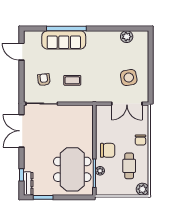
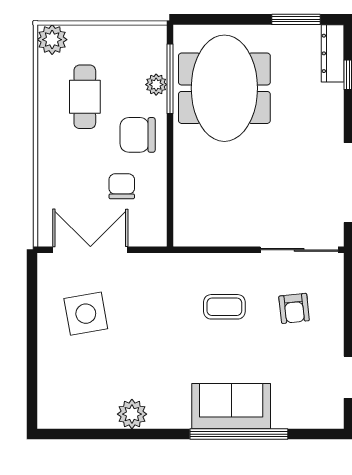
plant: (127, 37) -> (132, 414), moved
sofa: (64, 40) -> (231, 406), width x0.73
chair: (140, 140) -> (122, 186), moved

